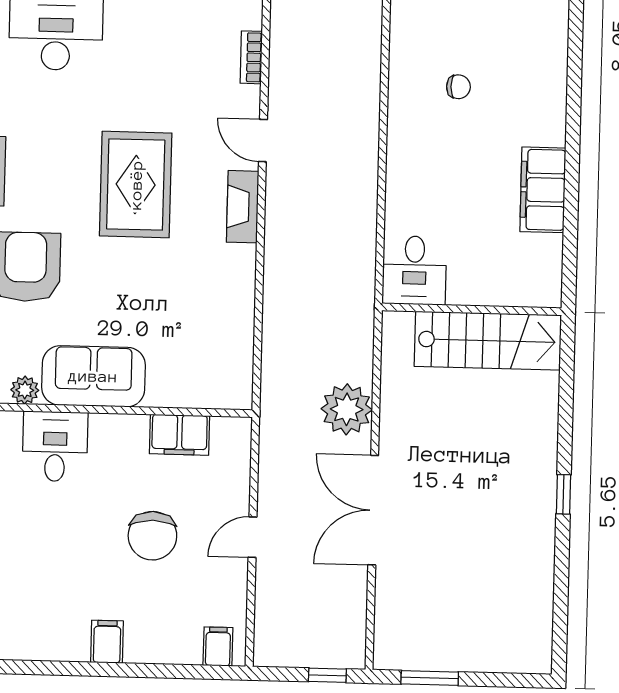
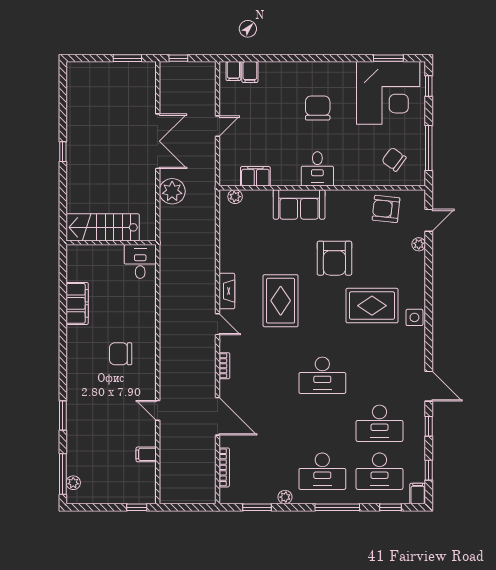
chair: (458, 87) -> (121, 354), width x1.87, depth x1.87
plant: (25, 390) -> (235, 197), moved
chair: (152, 536) -> (318, 108), moved
filing cabinet: (107, 642) -> (250, 72), moved

